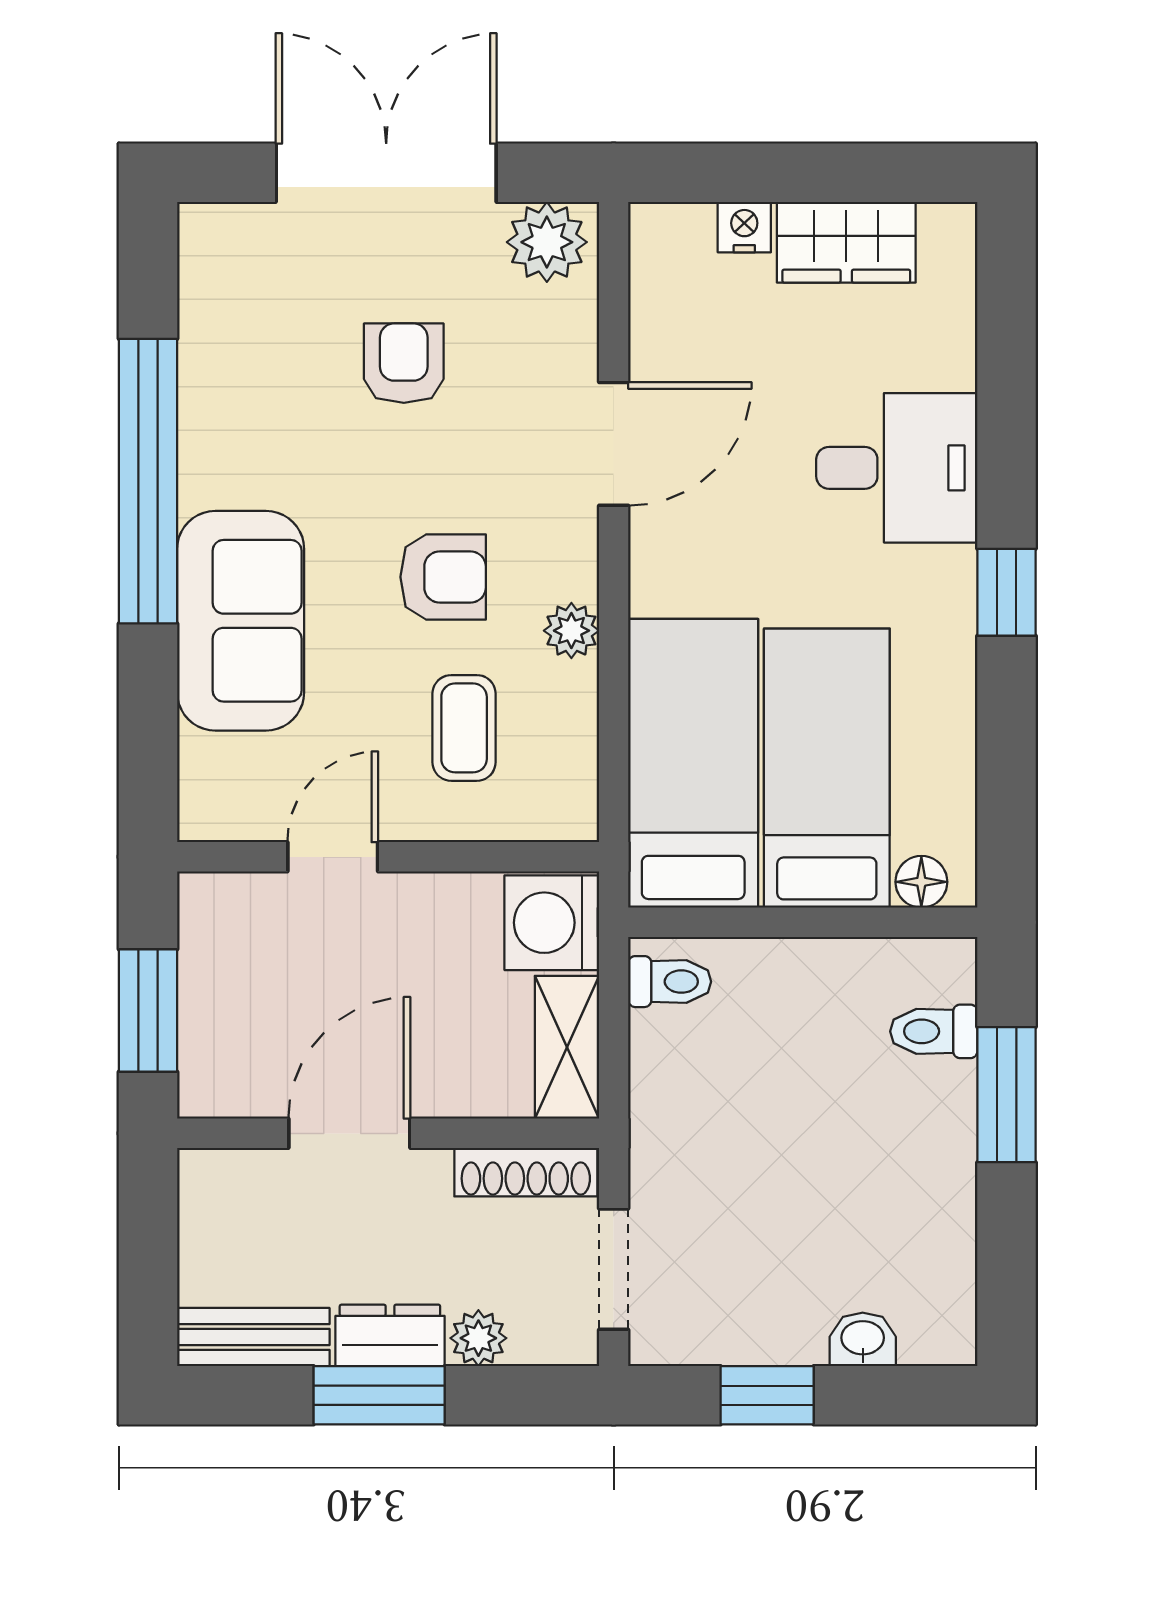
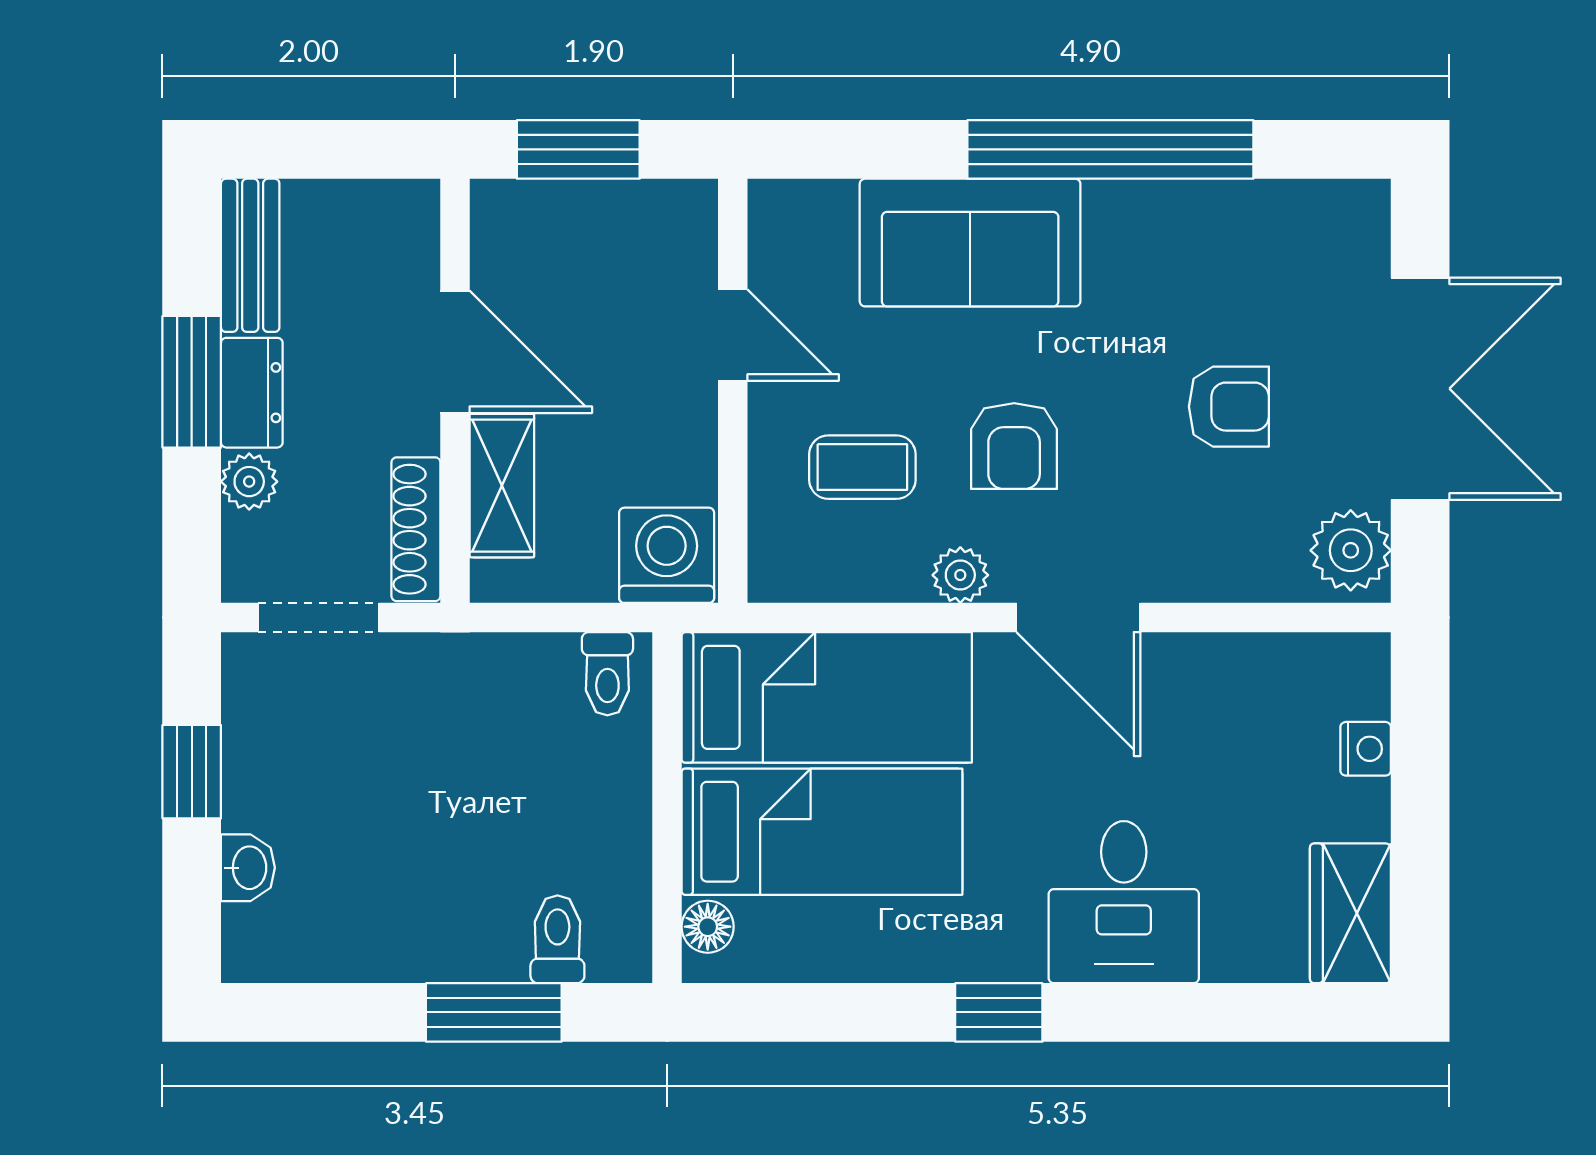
wardrobe: (846, 242) -> (1350, 913), moved
door: (614, 444) -> (1078, 617), moved
shelving: (567, 1047) -> (502, 486), moved, turned 90

